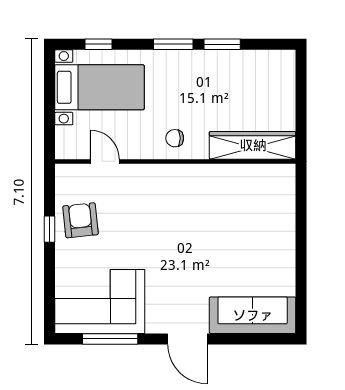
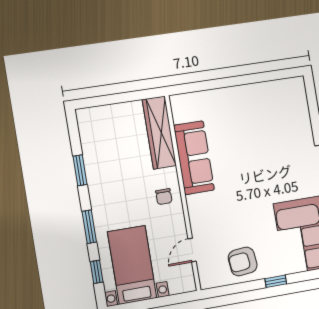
window: (173, 44) -> (89, 227), moved
window: (49, 229) -> (276, 281), moved
sofa: (253, 315) -> (194, 158), moved, turned 180

